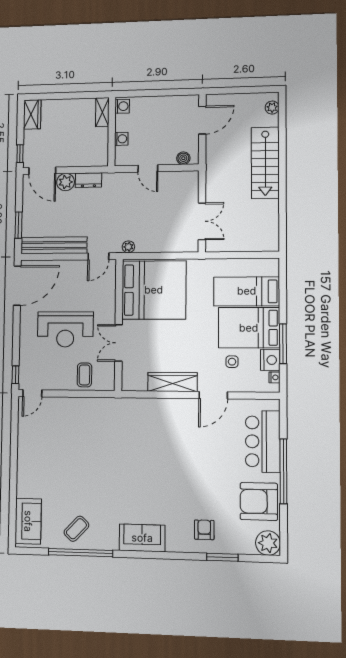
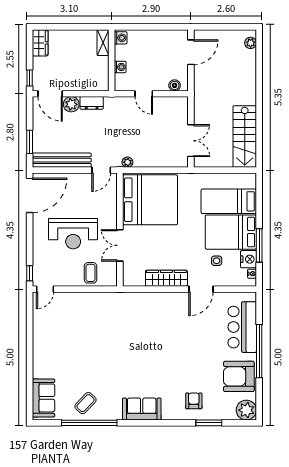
stairs: (265, 163) -> (245, 137), moved

